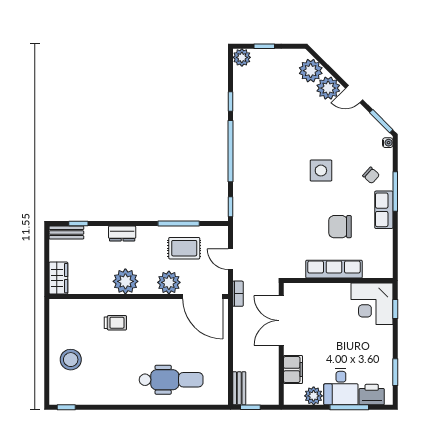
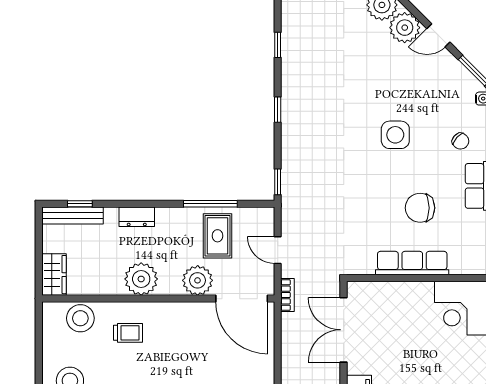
window: (230, 151) -> (278, 110), width x0.32
bench: (66, 233) -> (72, 215), width x1.36
rug: (184, 248) -> (218, 236), turned 90
stool: (79, 312) -> (80, 318), added

